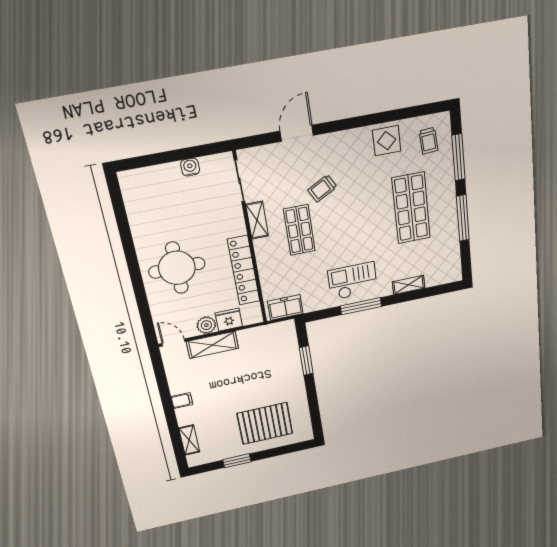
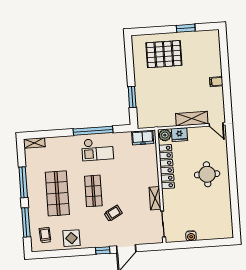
window: (335, 126) -> (103, 250), added
shop shelf: (299, 230) -> (93, 191), moved
round table: (177, 268) -> (207, 174), width x0.73, depth x0.73
shelving: (409, 285) -> (34, 143), moved
window: (361, 306) -> (93, 131), width x1.46
plant: (206, 325) -> (165, 135), moved
shelving: (189, 440) -> (216, 51), removed

